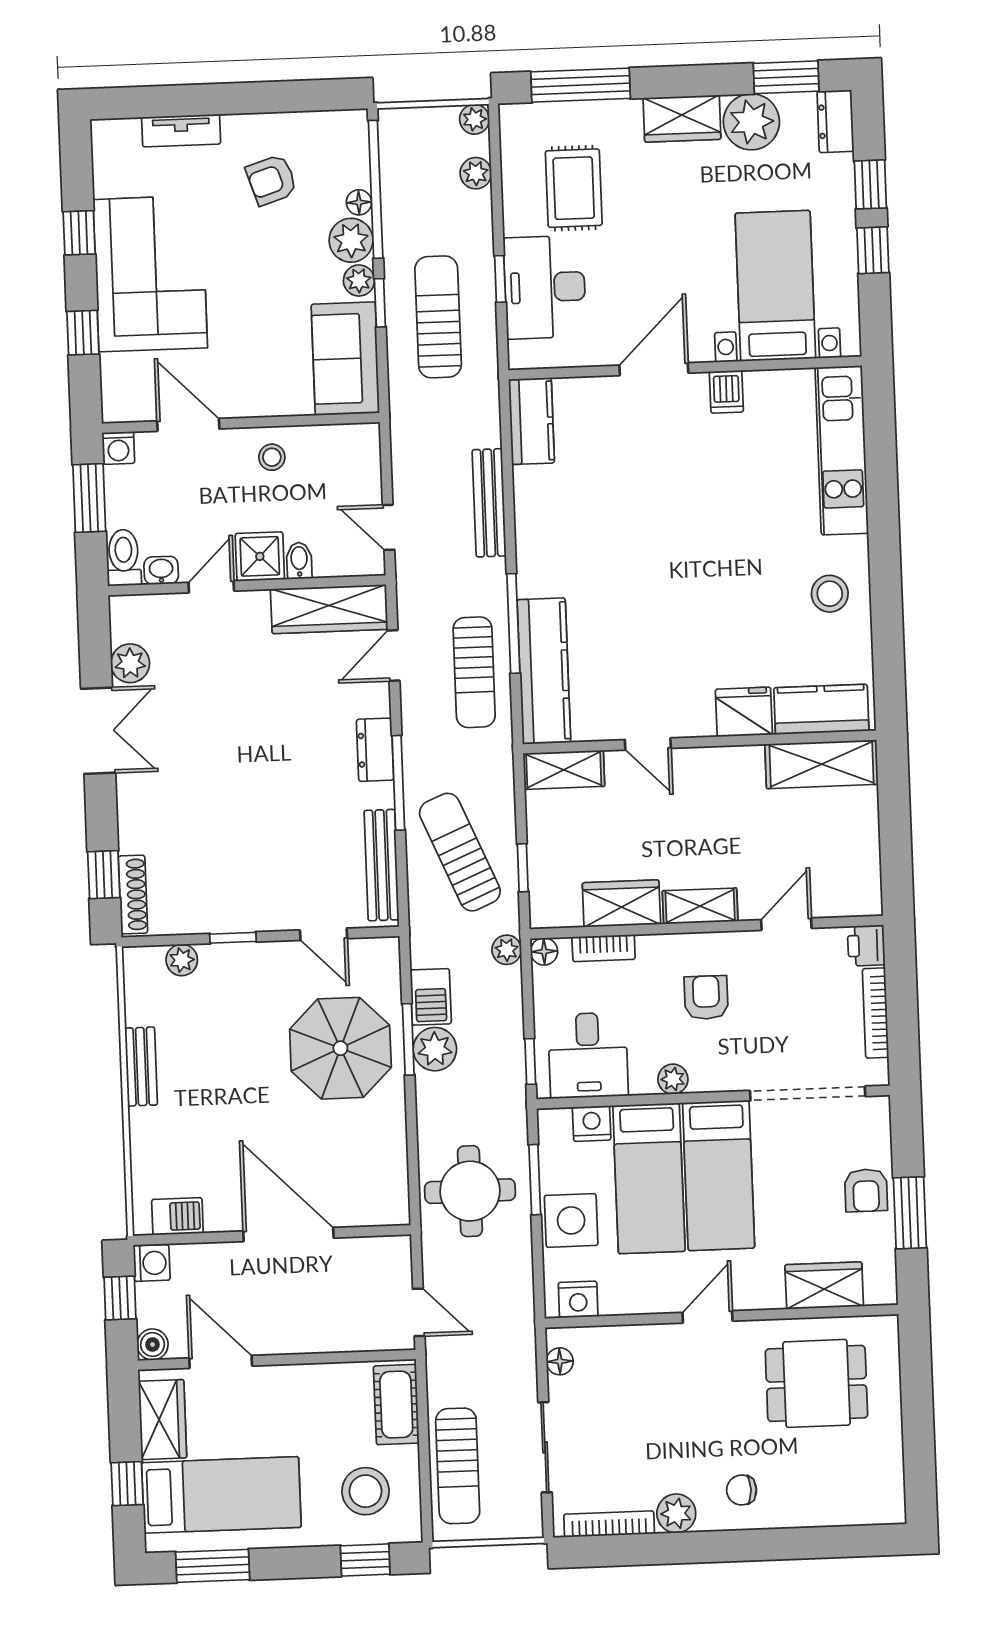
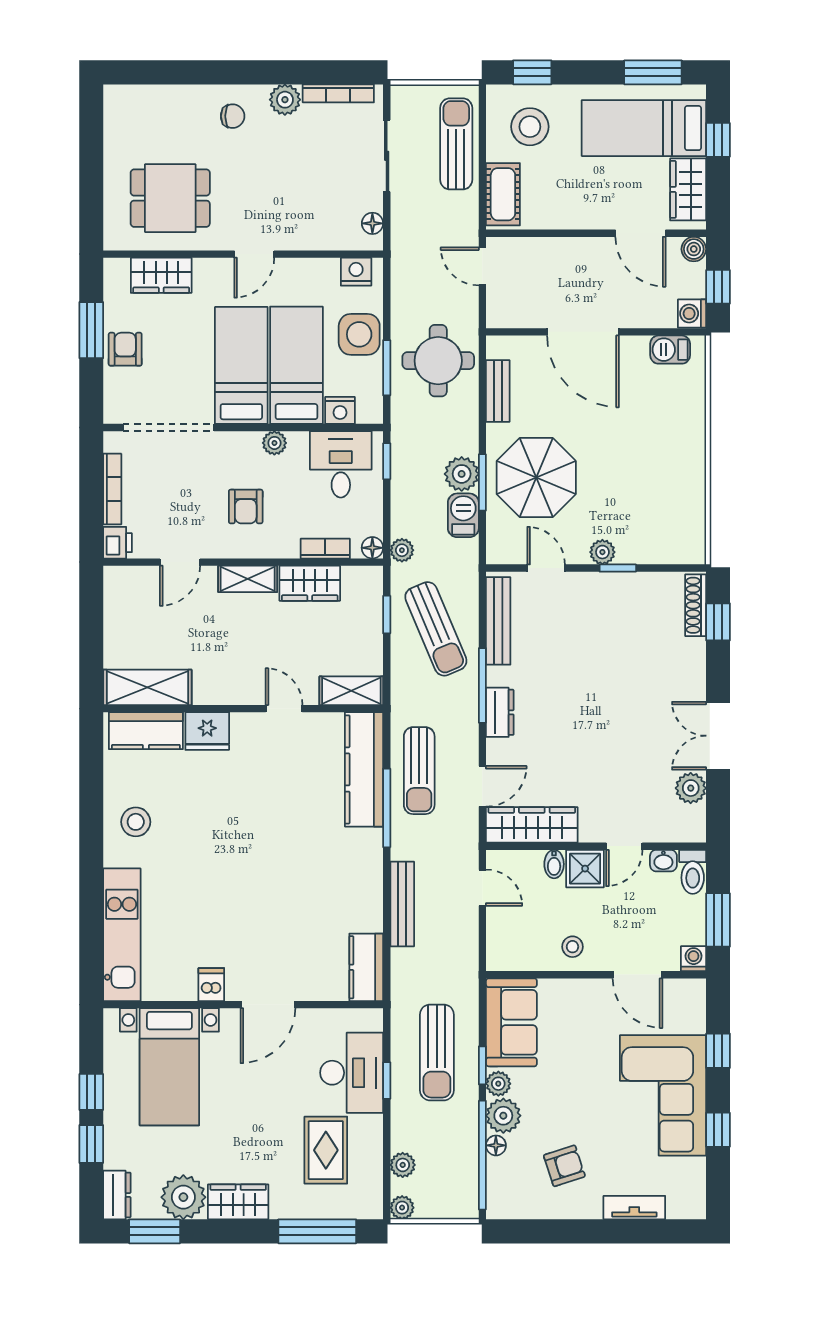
sun lounger: (474, 672) -> (419, 771), turned 180
plant: (182, 960) -> (602, 552), moved
bench: (141, 1067) -> (498, 391), moved

